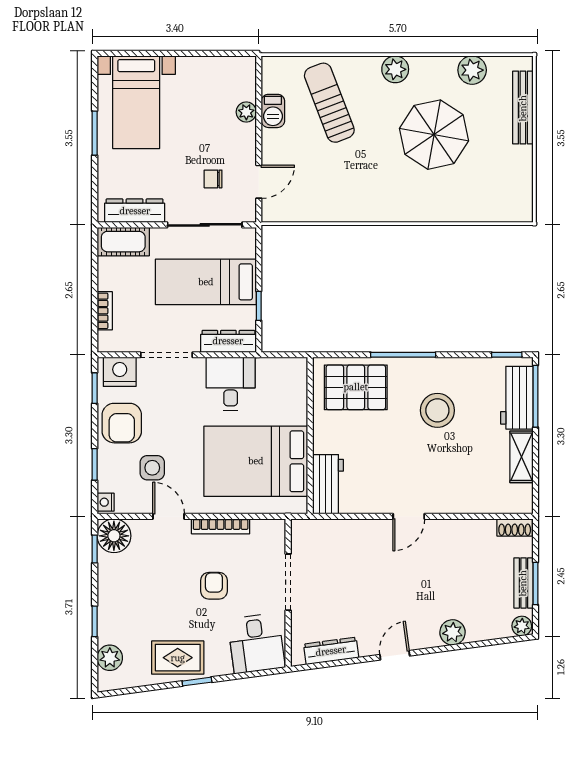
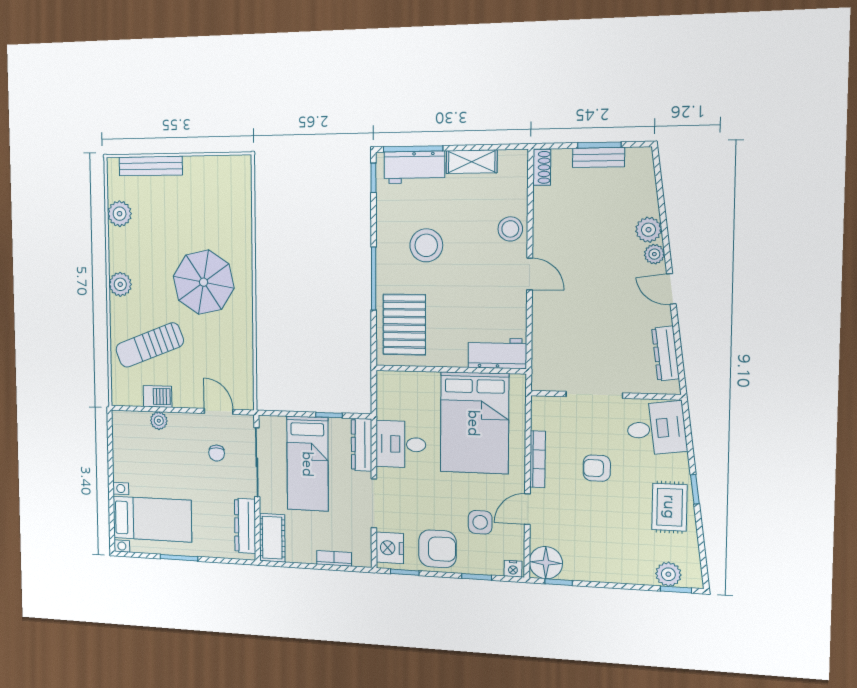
parasol: (434, 135) -> (204, 282), moved
stool: (454, 497) -> (510, 229), added
window: (95, 621) -> (676, 590), moved
plant: (522, 626) -> (654, 254), moved

